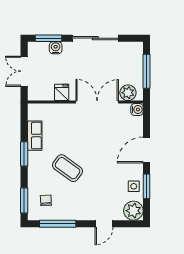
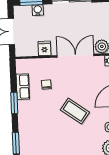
coffee table: (68, 168) -> (75, 111), moved
chair: (46, 200) -> (46, 84), moved

